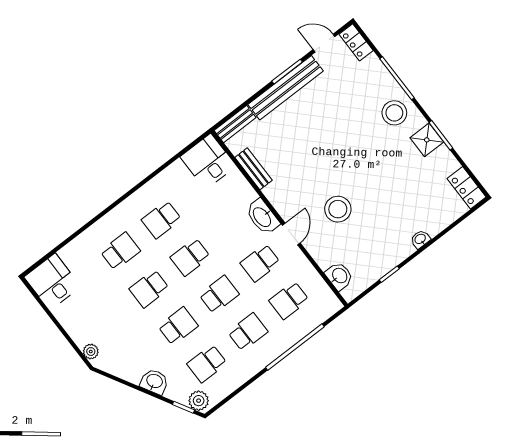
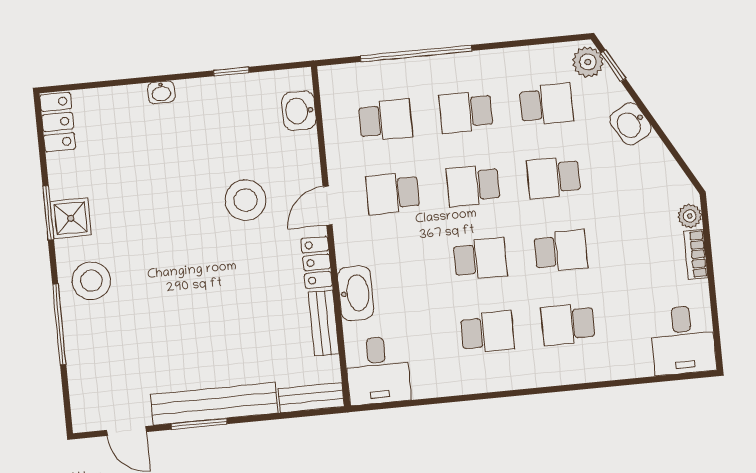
locker: (356, 42) -> (317, 262), moved, turned 180
washbasin: (262, 217) -> (356, 293), moved
school desk: (260, 263) -> (393, 193), turned 180
bookcase: (74, 333) -> (696, 254), added

